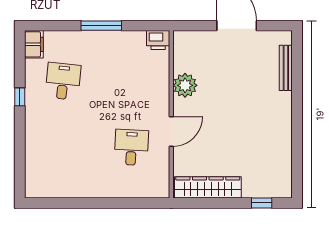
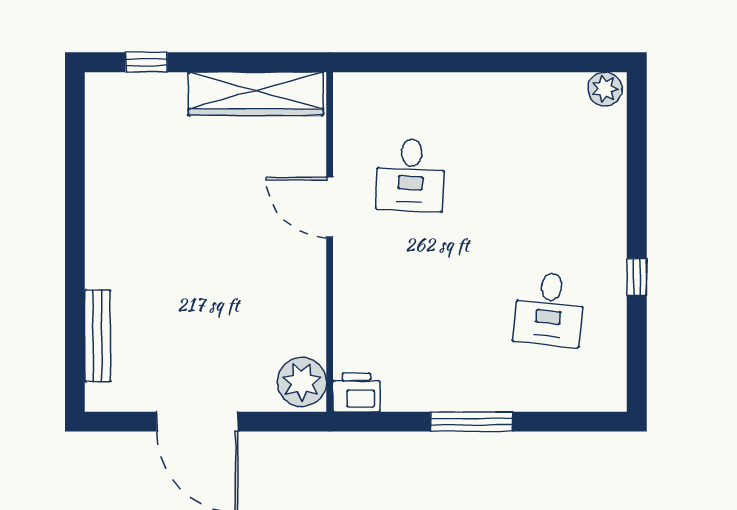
filing cabinet: (34, 44) -> (608, 384), removed
plant: (185, 85) -> (302, 382), moved
door: (171, 131) -> (330, 207), hinge flipped
plant: (35, 190) -> (605, 89), added

